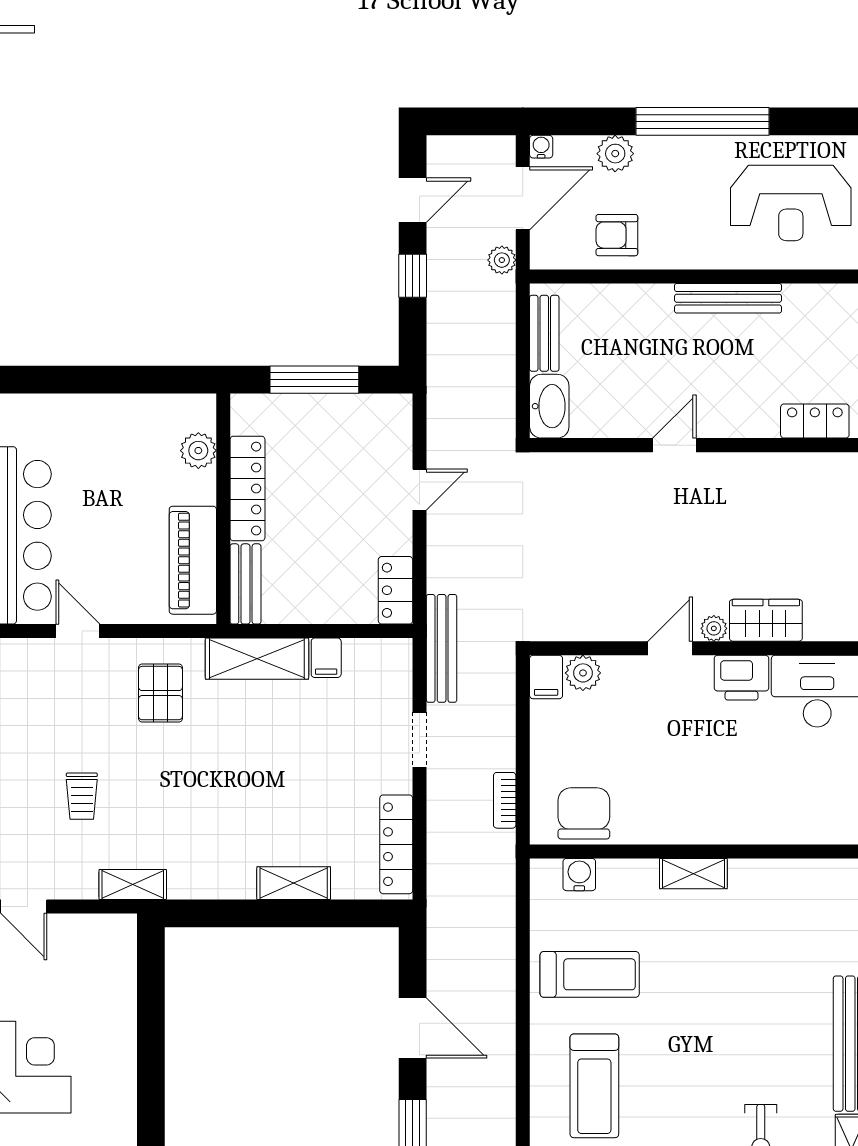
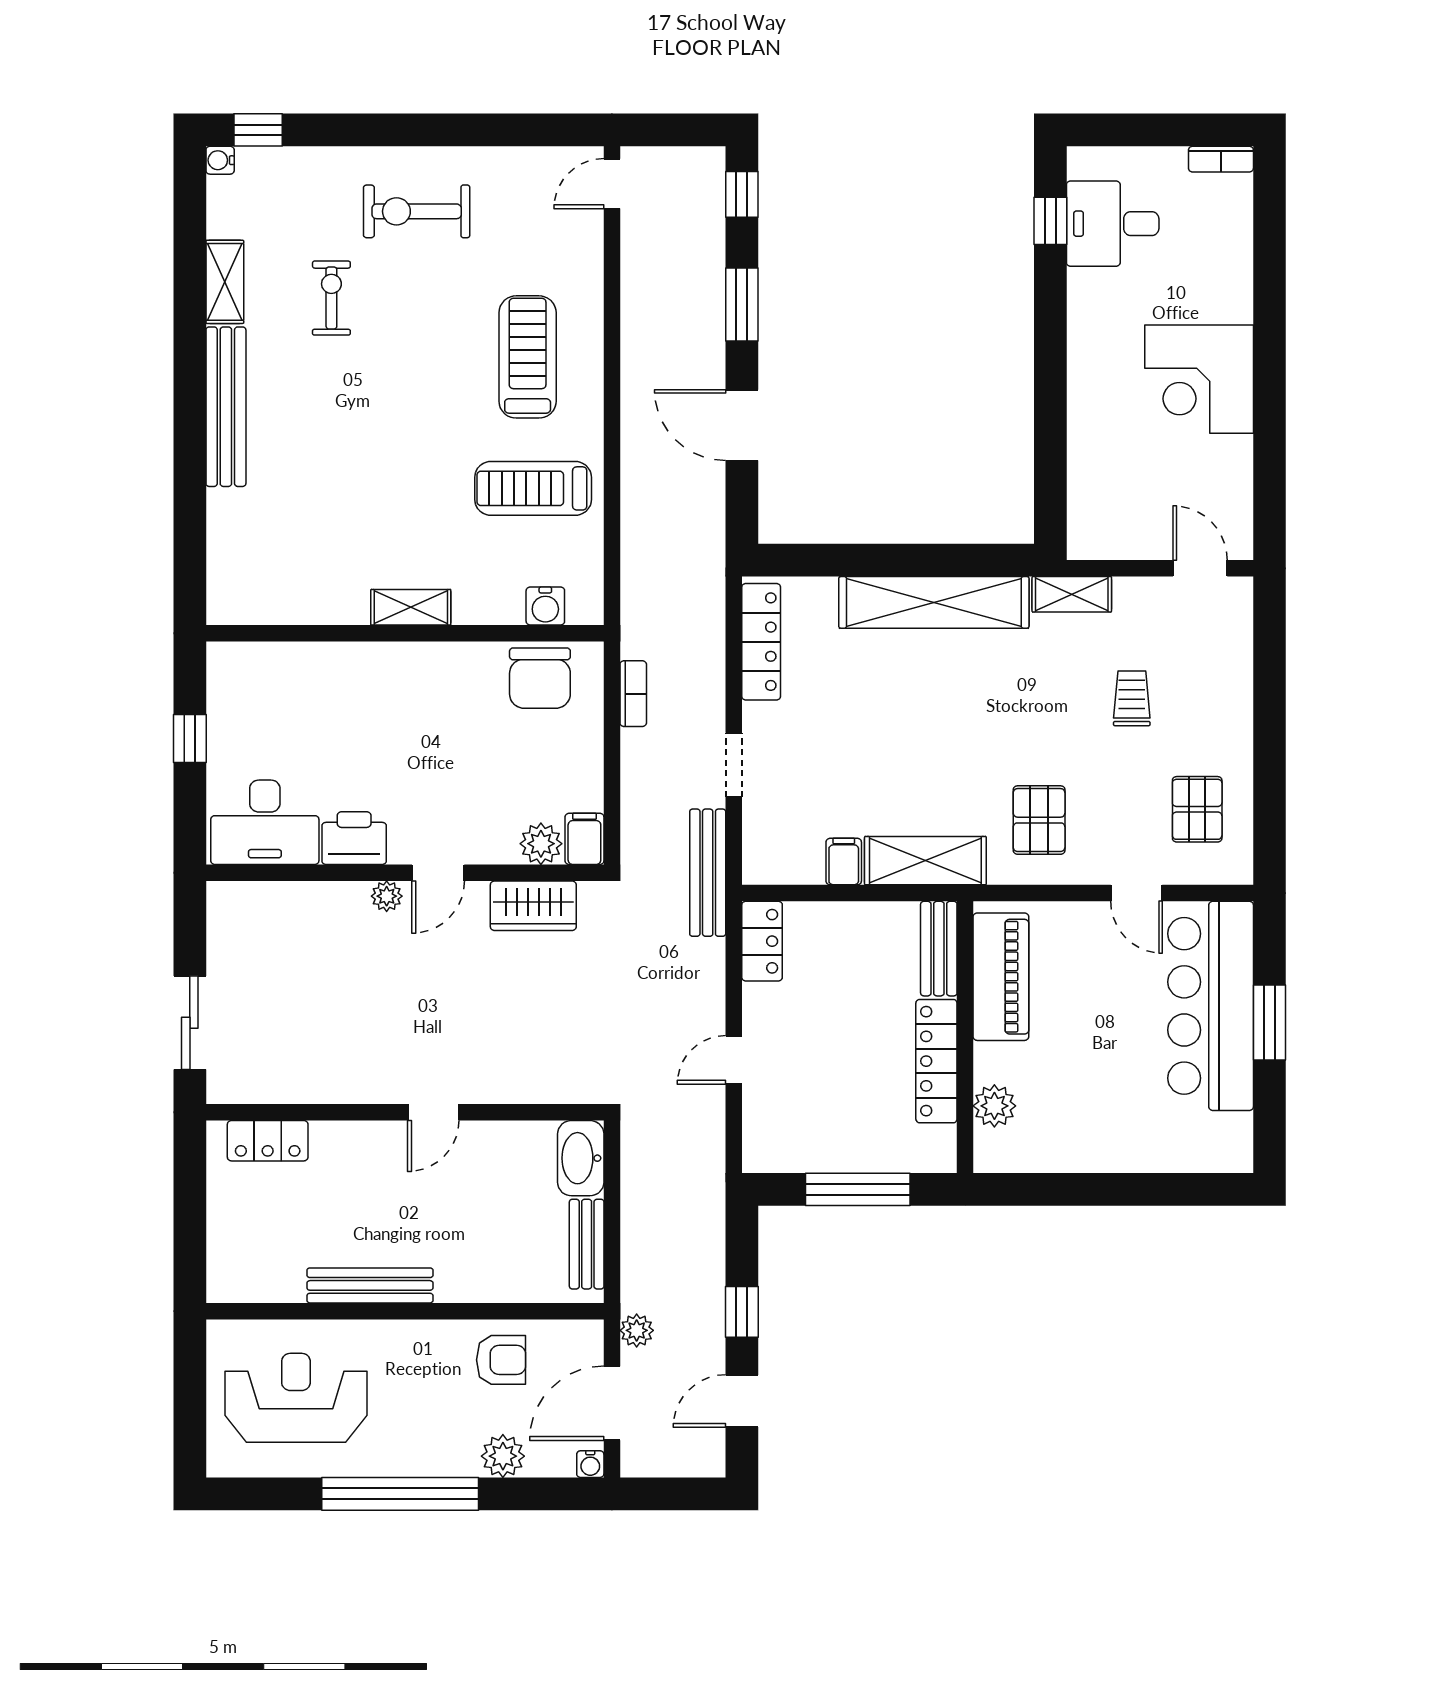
wardrobe: (766, 620) -> (533, 906), moved
pallet: (26, 702) -> (1197, 809), added
shelving: (294, 883) -> (934, 602), width x2.20, depth x1.33

